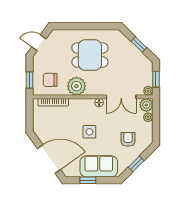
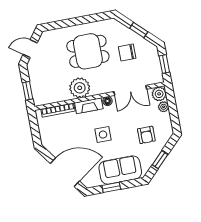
chair: (50, 80) -> (127, 52), moved
plant: (148, 91) -> (158, 78), removed
fireplace: (82, 104) -> (89, 106), added
armchair: (128, 139) -> (146, 135), turned 180

